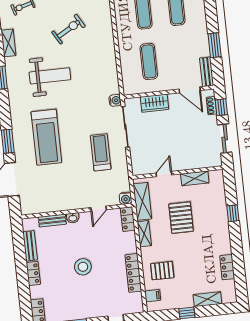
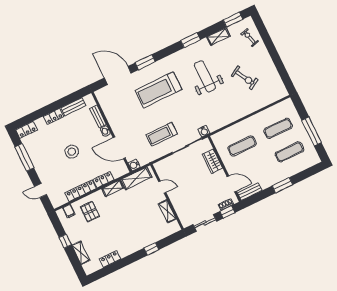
window: (215, 45) -> (282, 185), moved
weight bench: (50, 76) -> (205, 76), turned 180
door: (190, 90) -> (232, 184), swing flipped
treadmill: (101, 152) -> (162, 134), turned 180
door: (99, 209) -> (119, 148), width x1.88
pallet: (181, 218) -> (134, 211), removed
locker: (128, 219) -> (103, 180), moved

